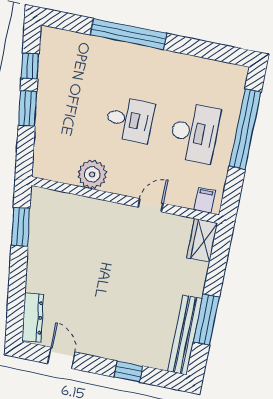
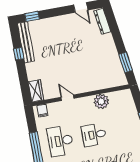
door: (151, 205) -> (67, 98), swing flipped
window: (206, 320) -> (19, 54), width x0.46
window: (128, 372) -> (32, 16), moved

